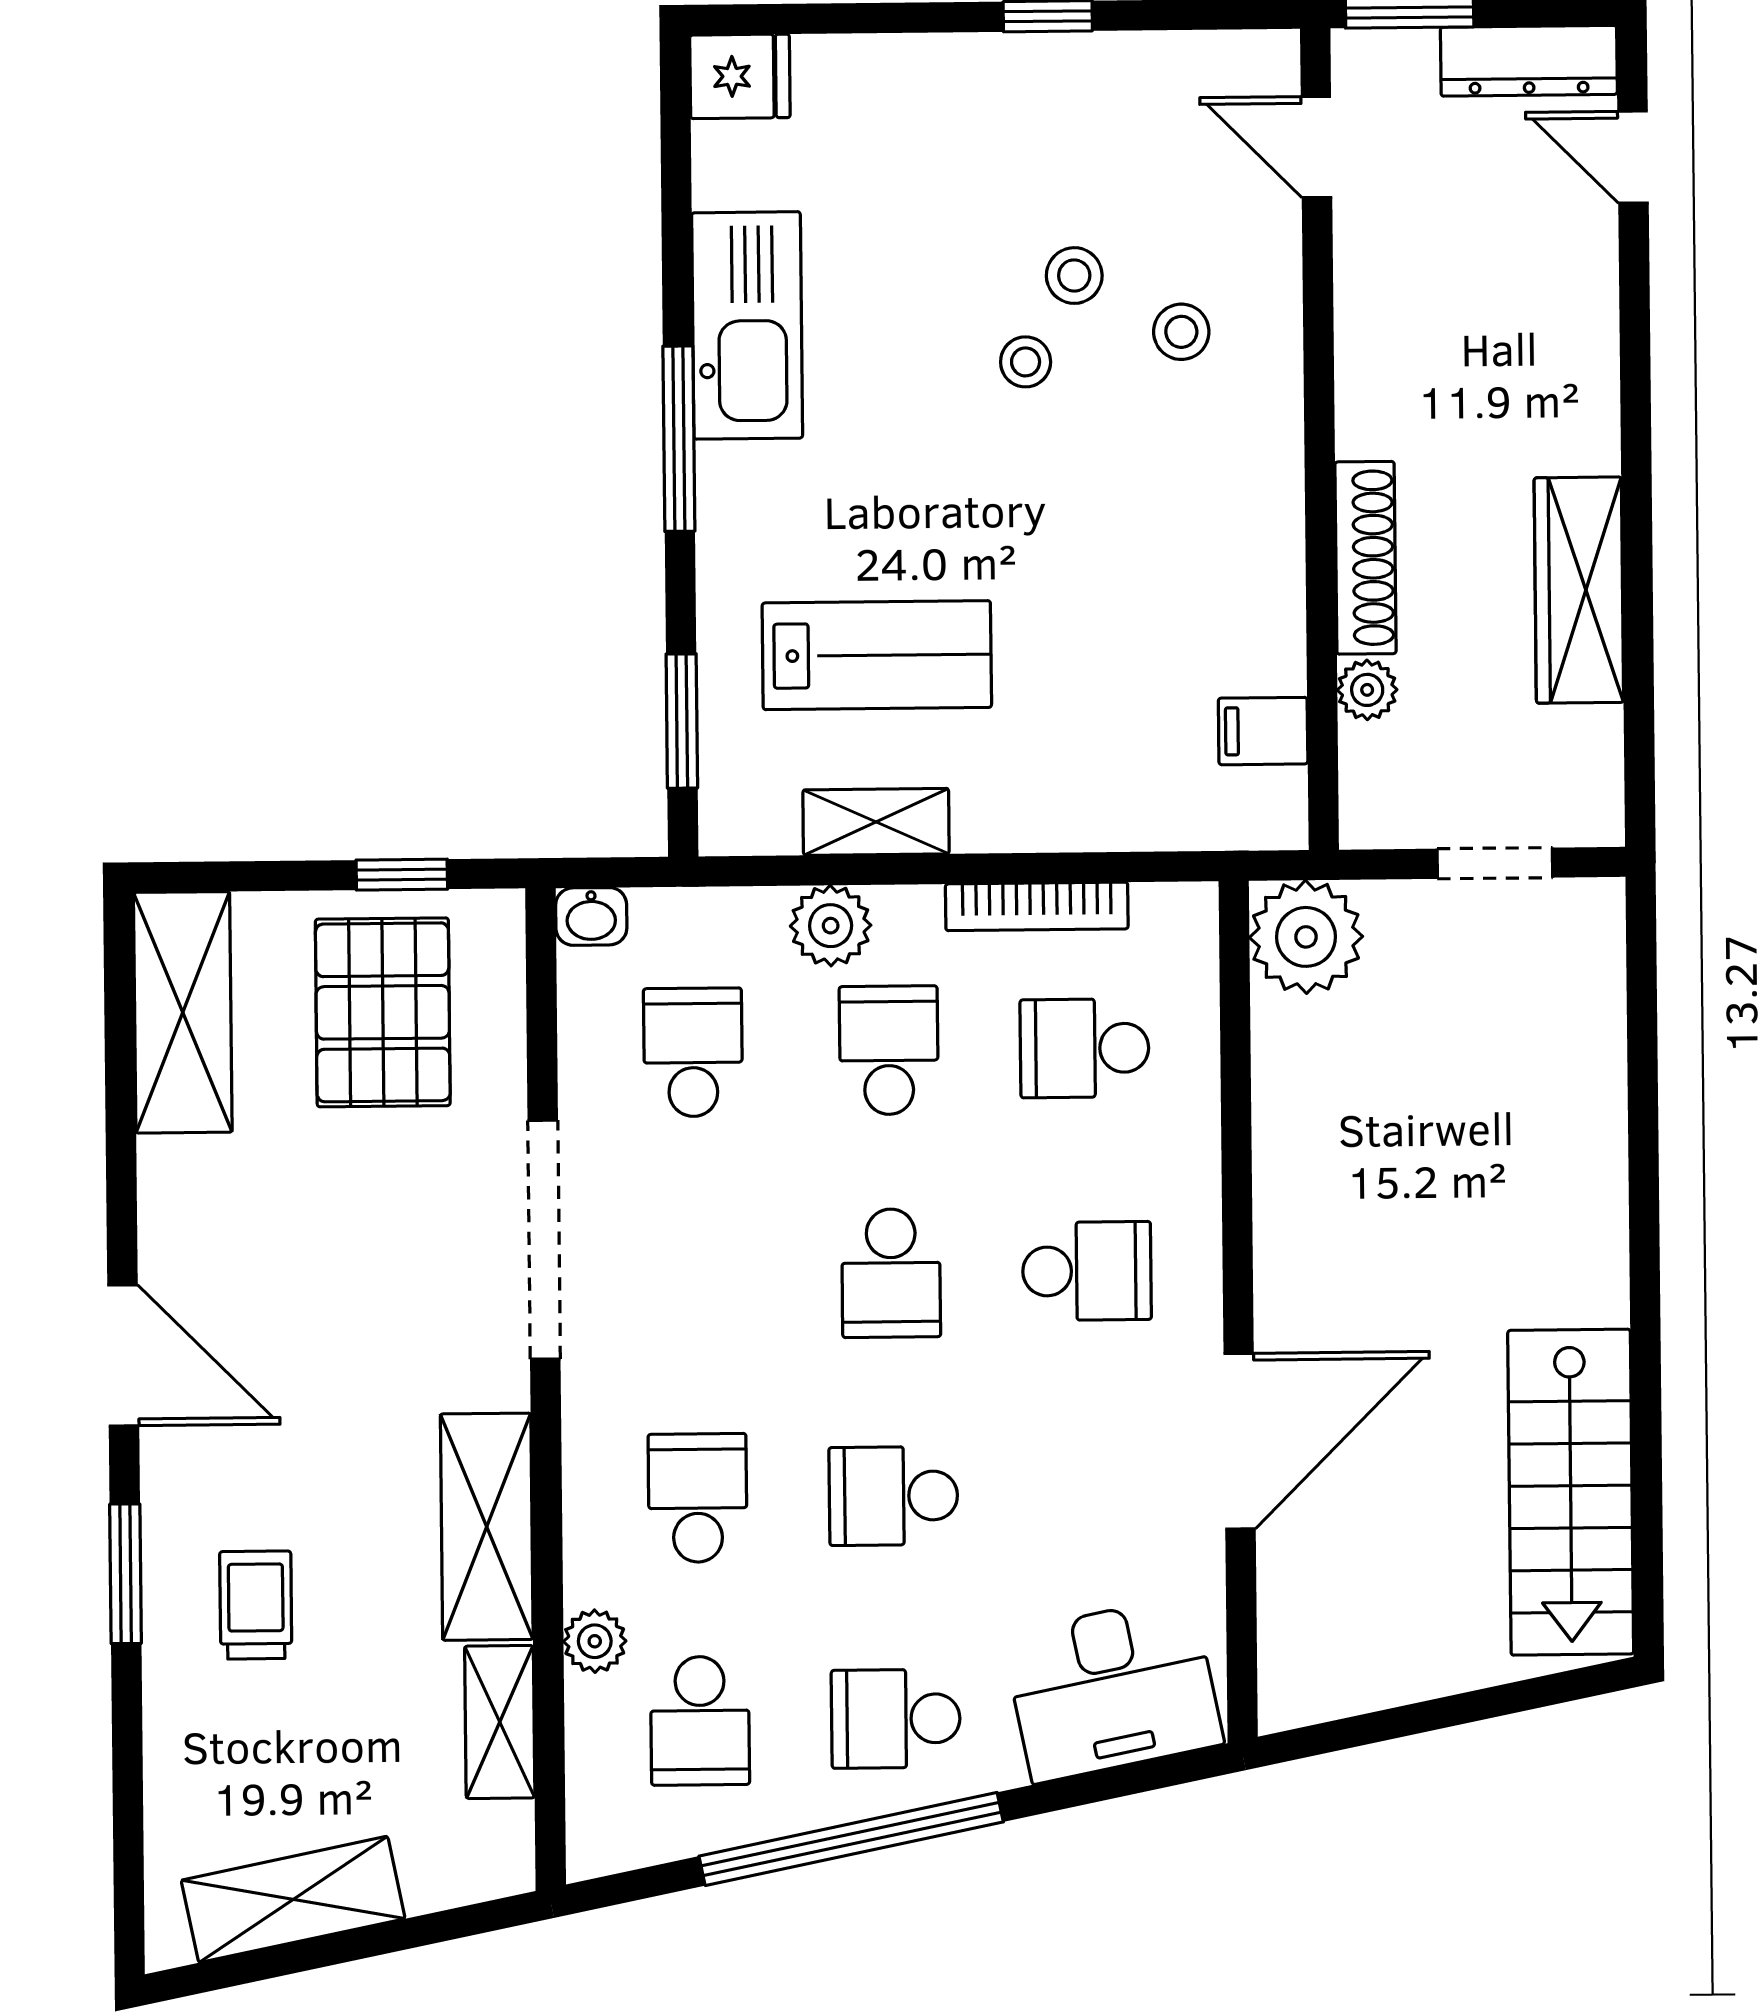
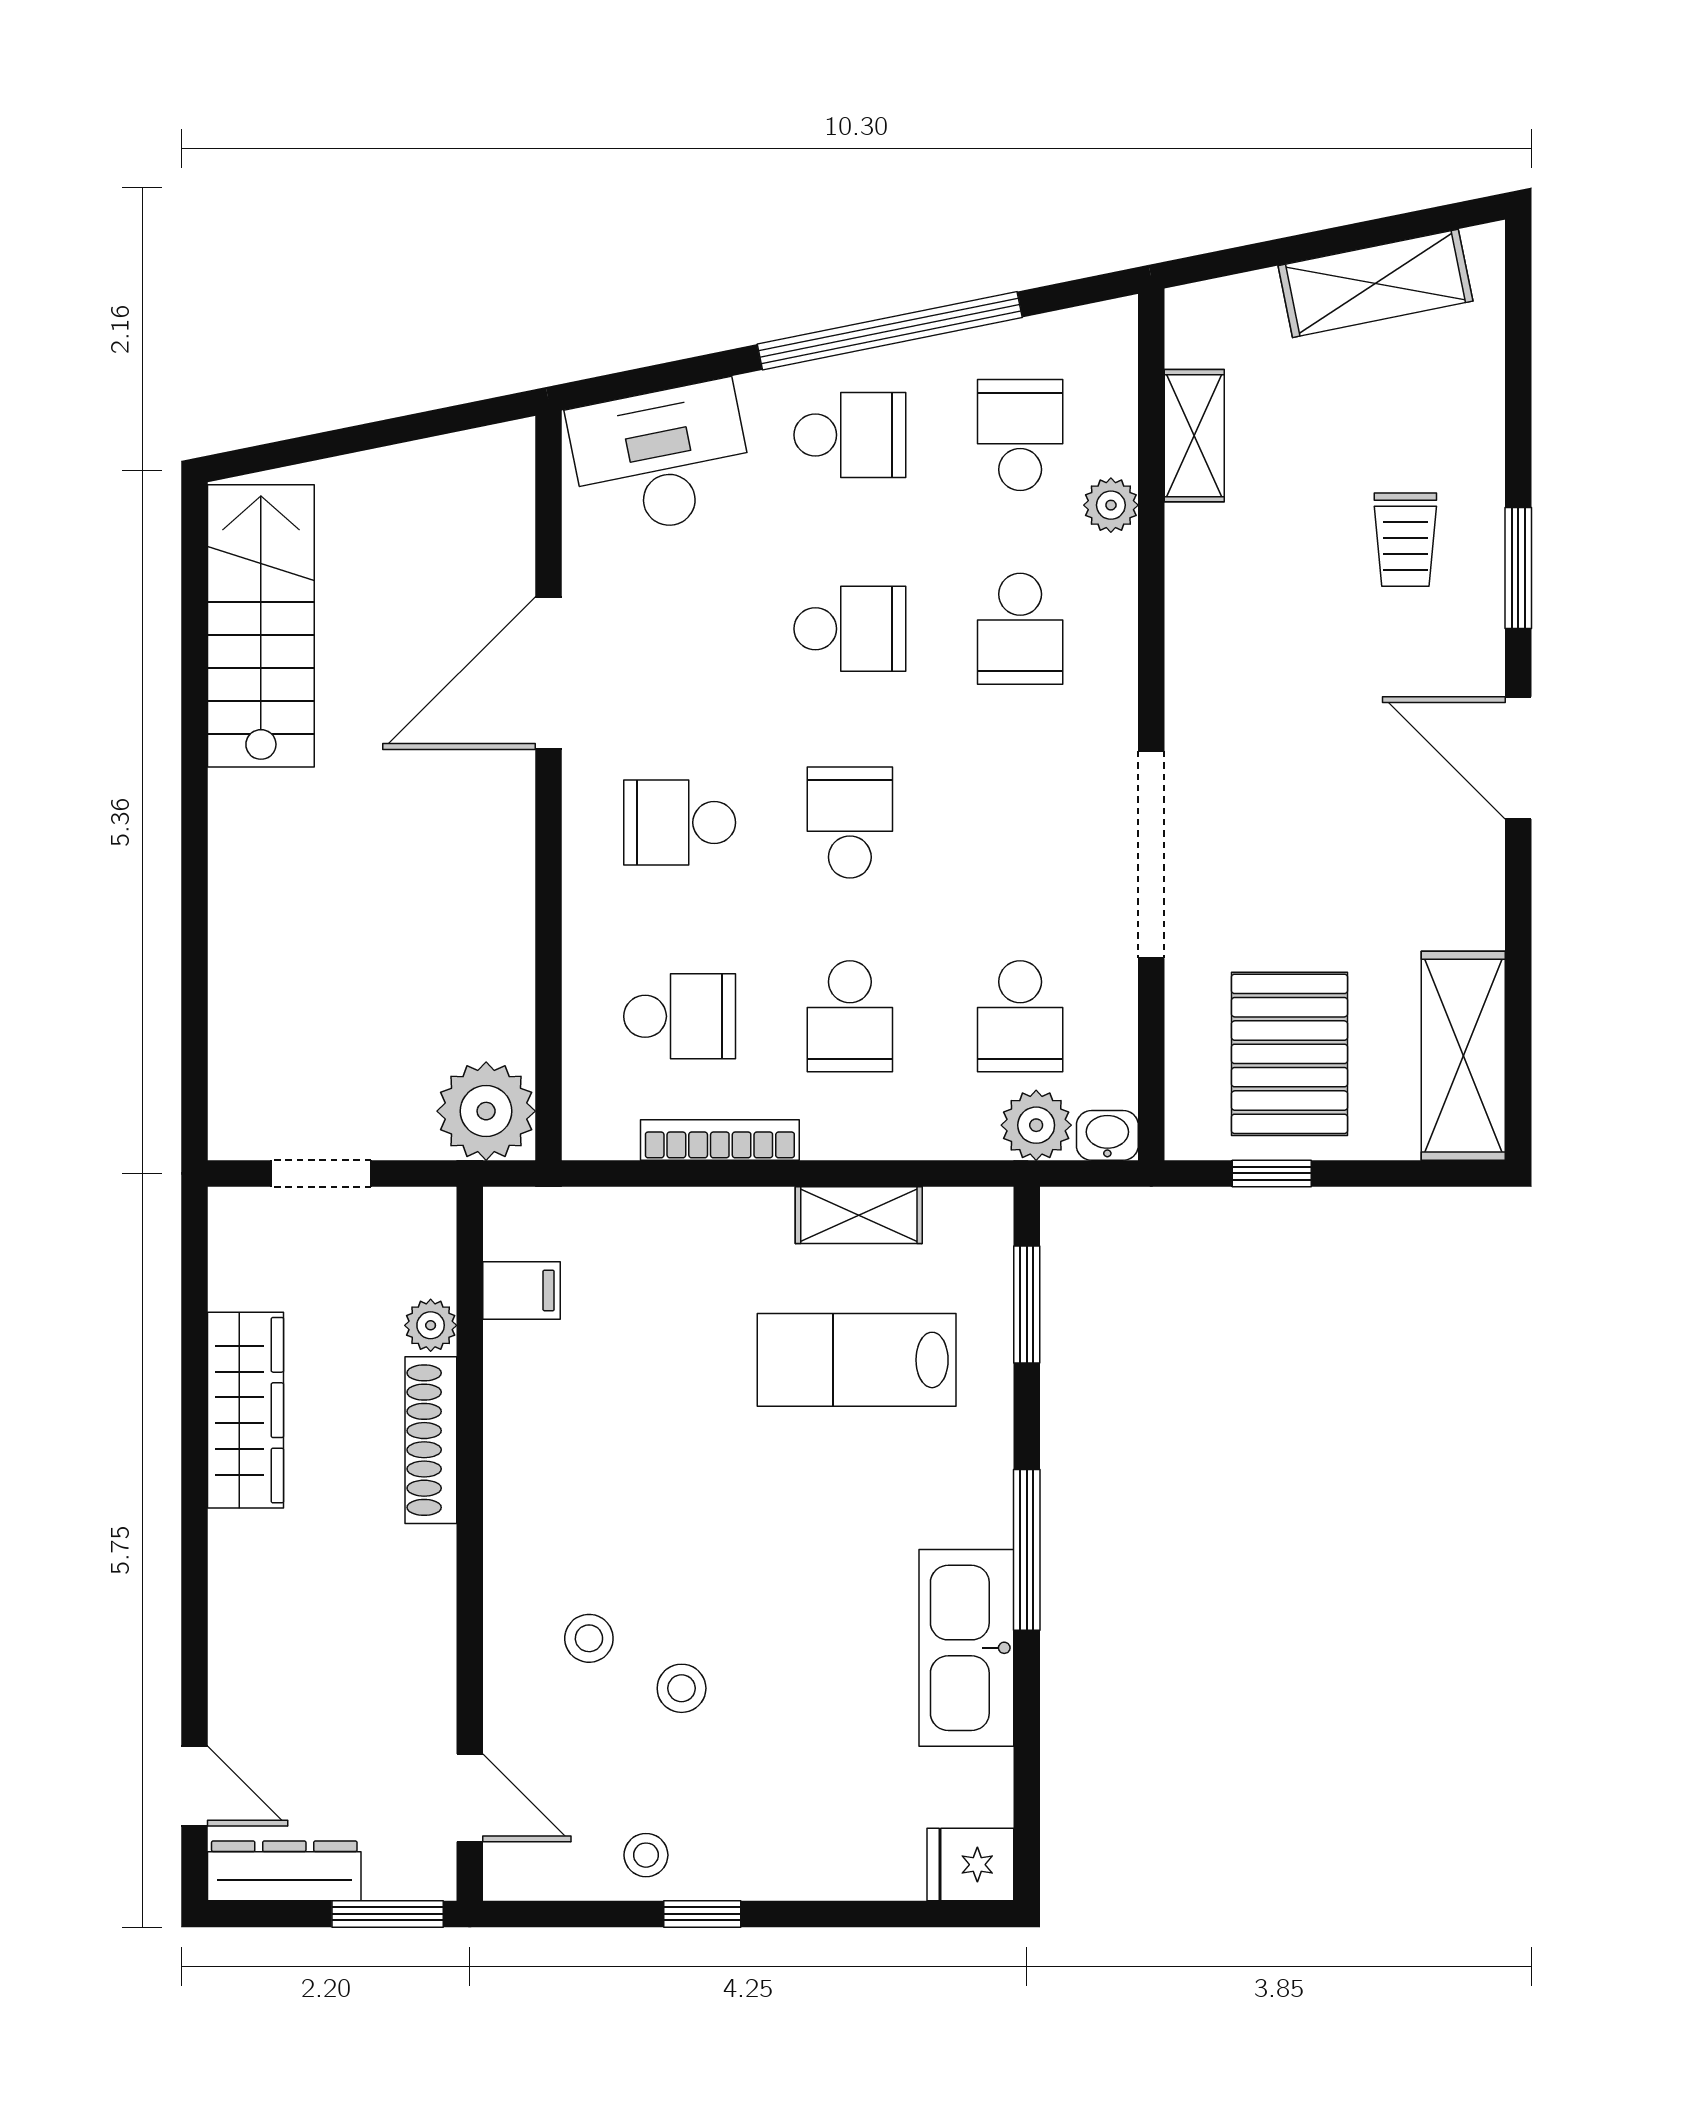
stool: (1026, 362) -> (646, 1855), moved
plant: (831, 926) -> (1036, 1125), moved
shelving: (487, 1527) -> (1204, 606), removed

